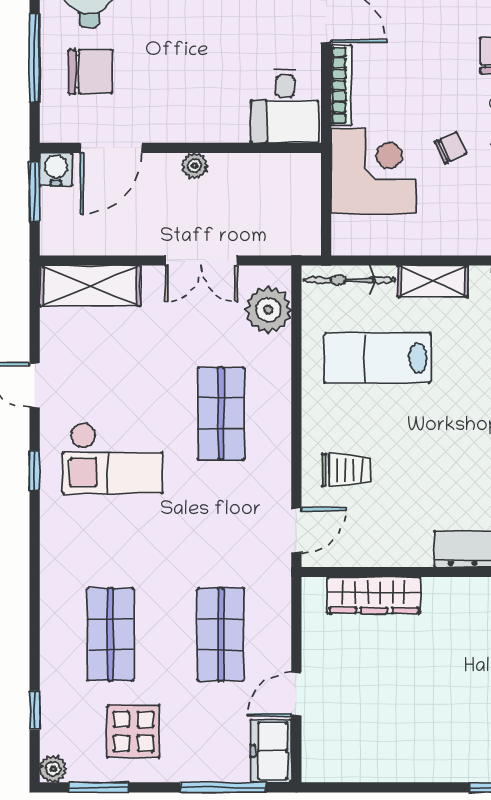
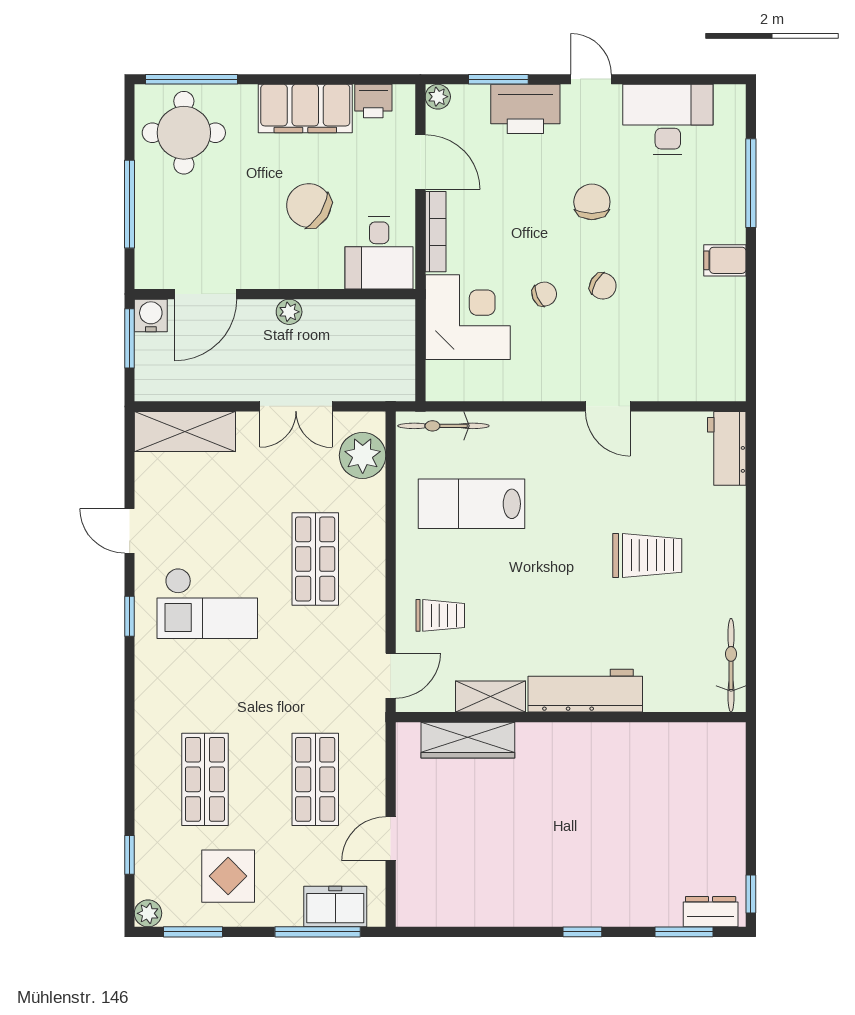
chair: (90, 72) -> (309, 206), moved, turned -148
shelving: (433, 281) -> (491, 696), moved
freezer: (271, 751) -> (335, 907), moved, turned 90

